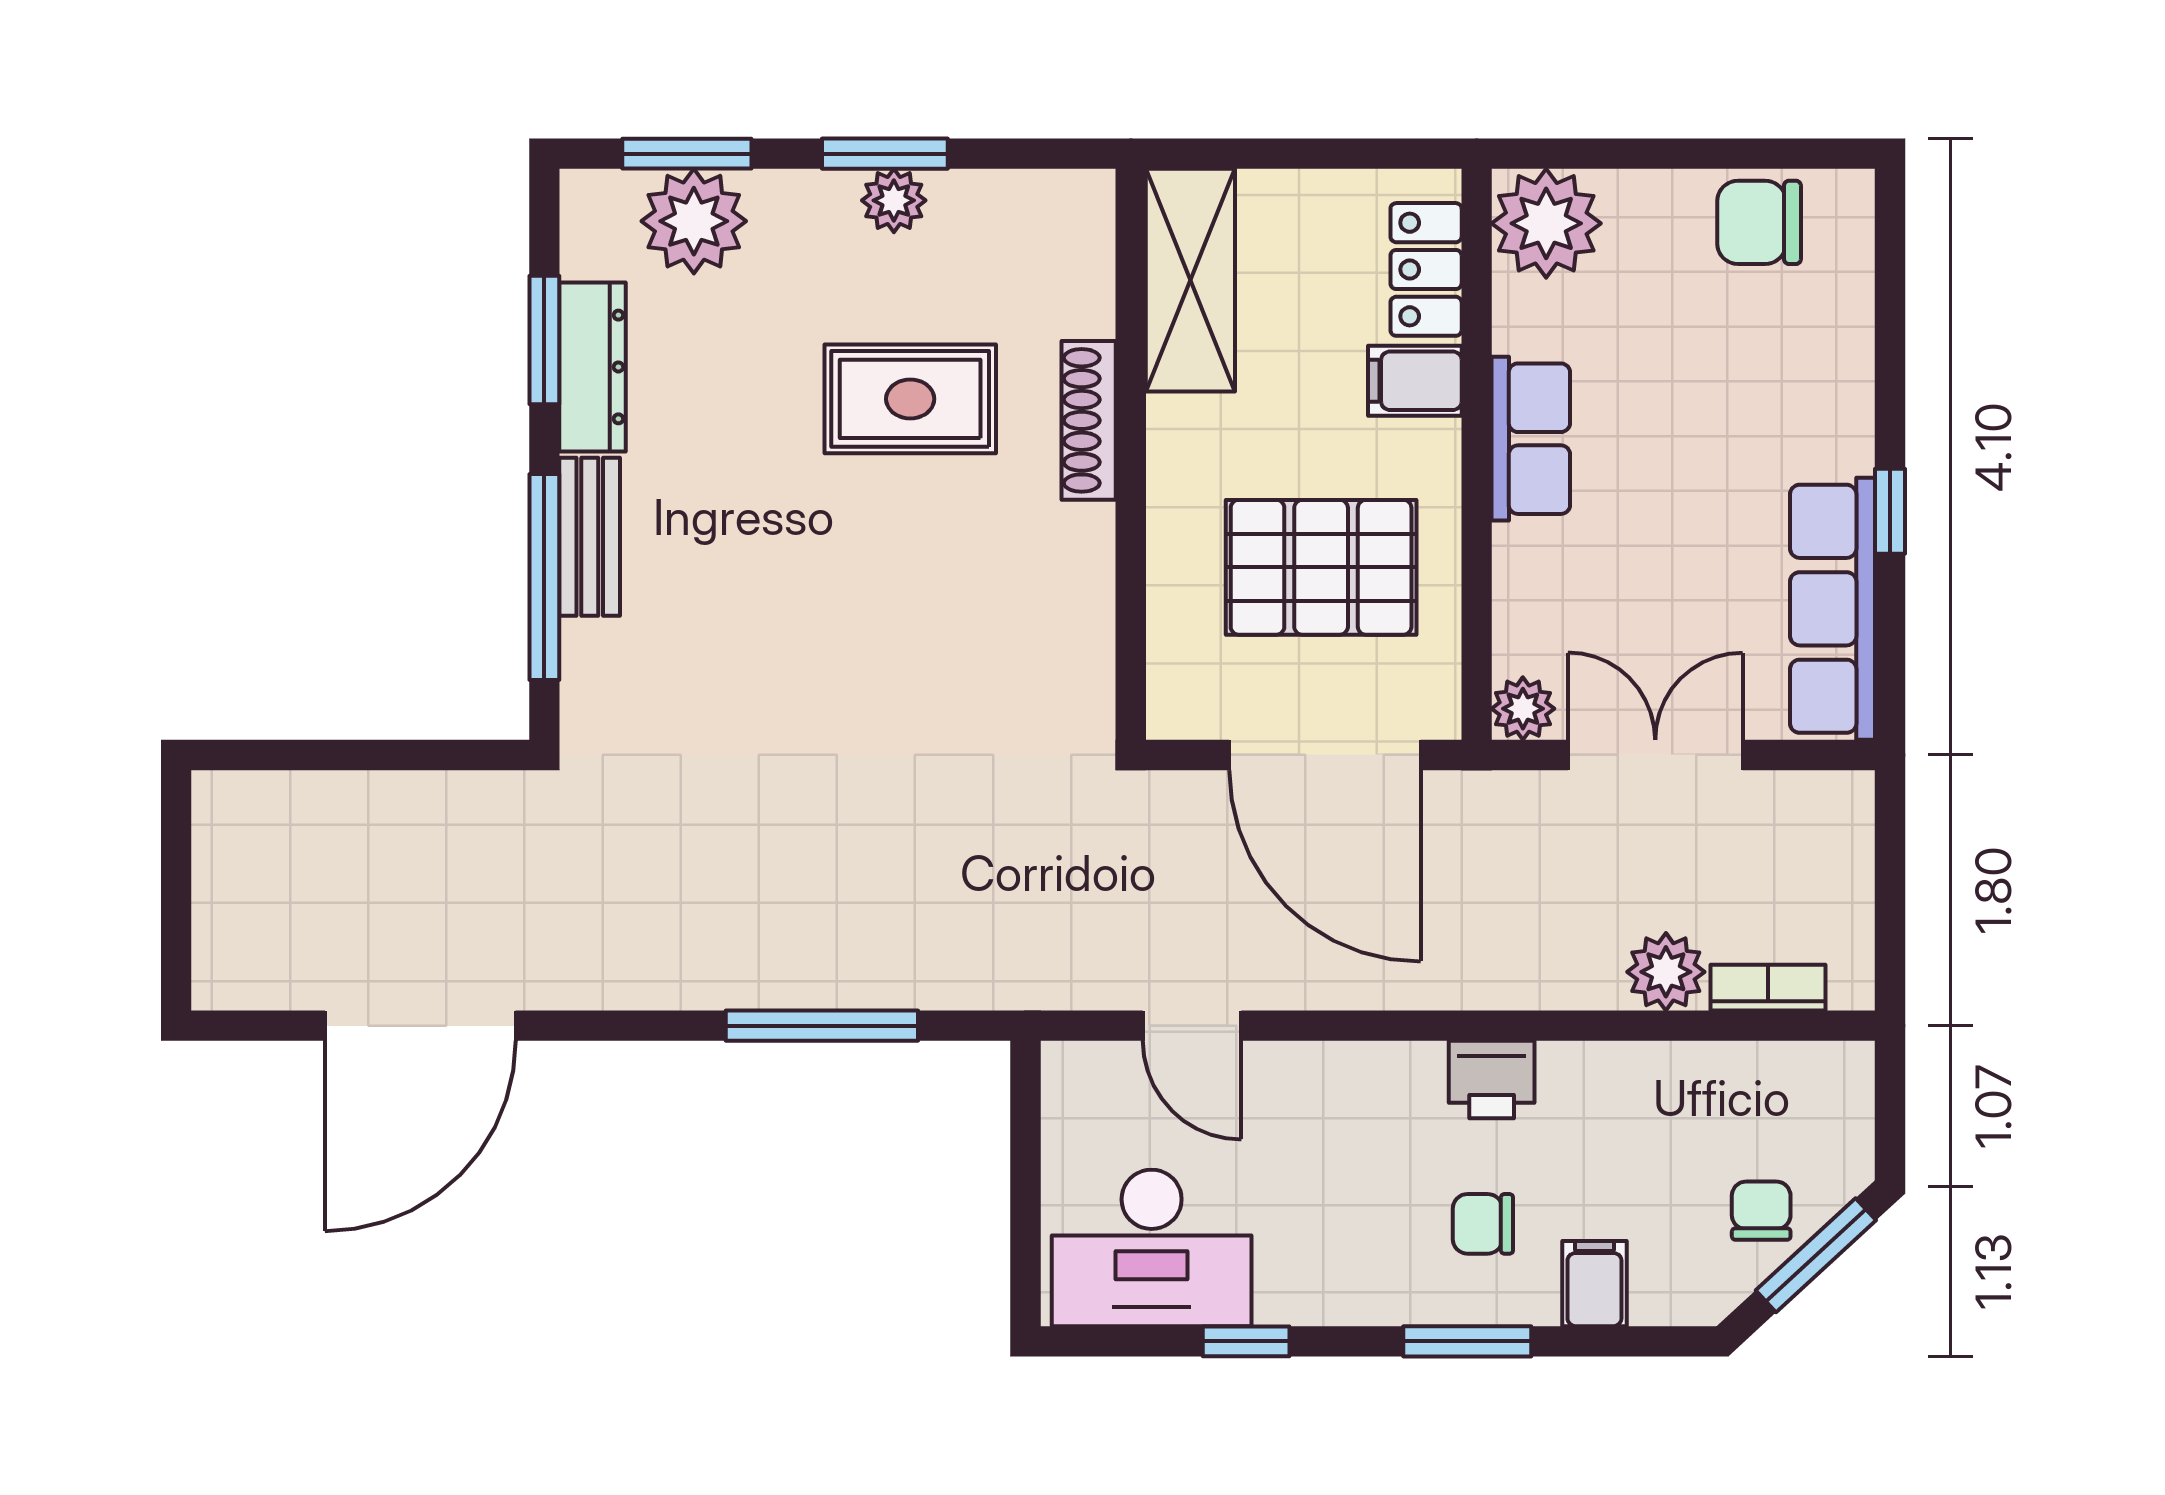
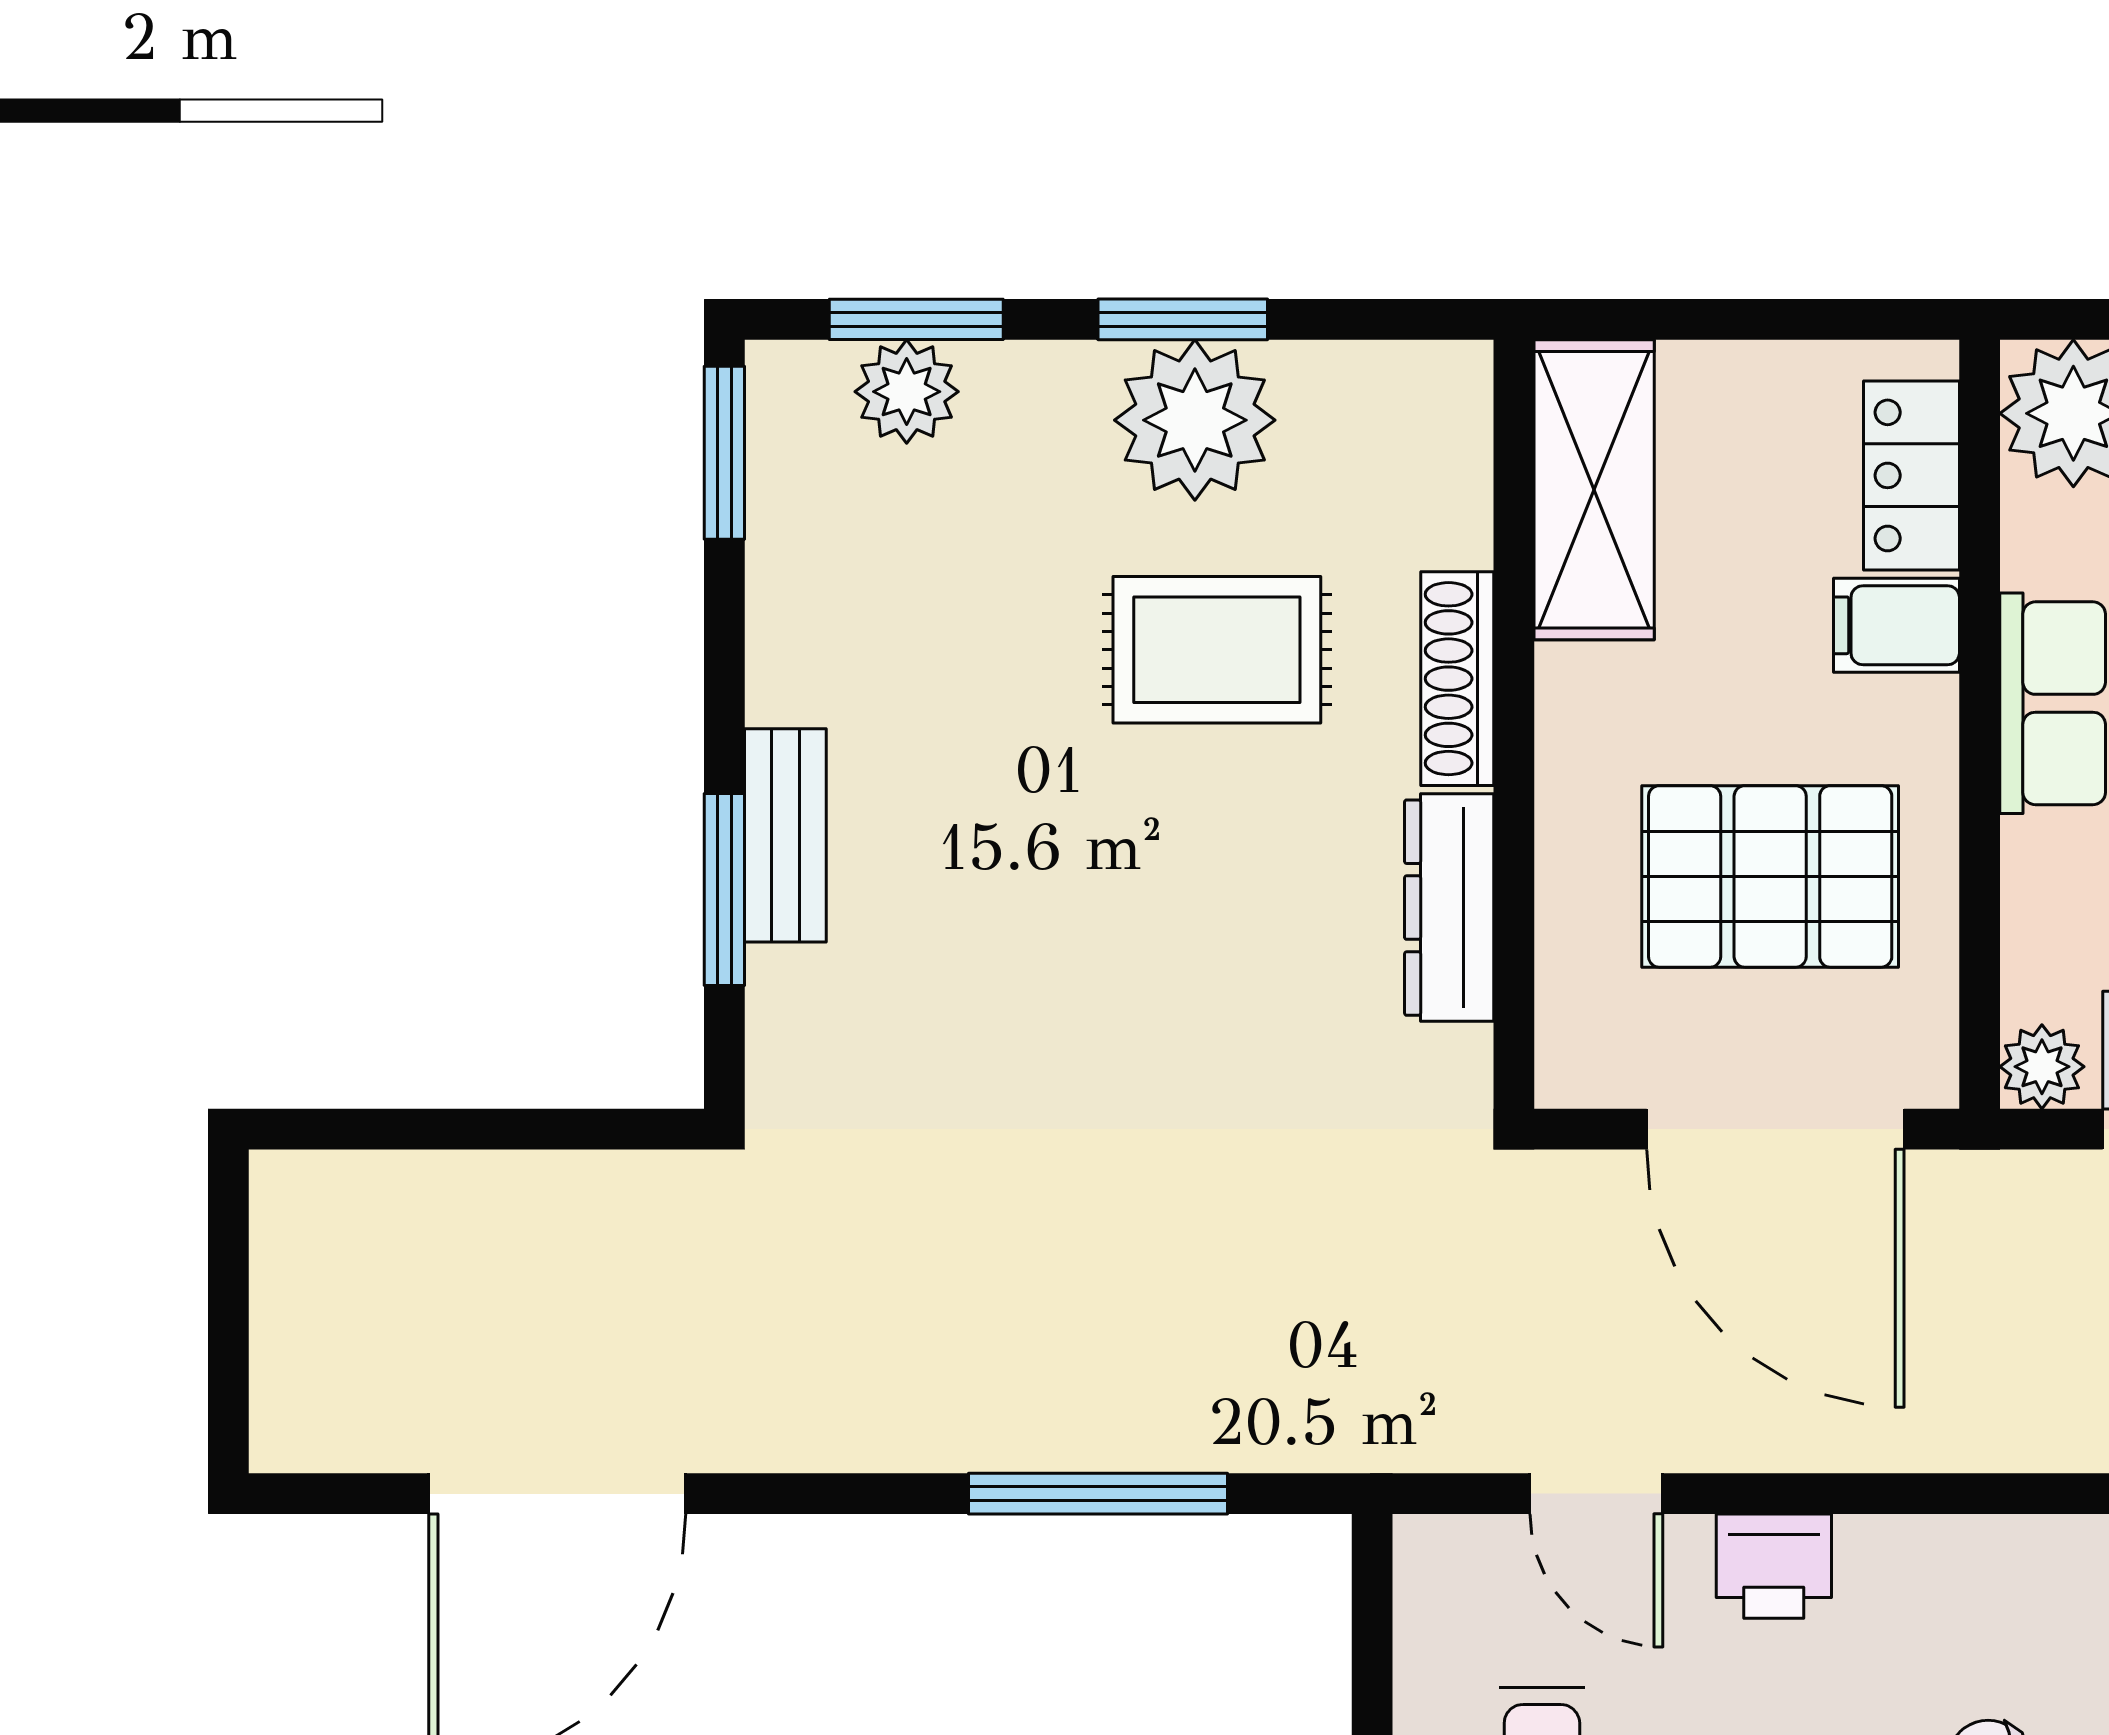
plant: (894, 200) -> (1195, 420), width x1.87, depth x1.87
plant: (694, 221) -> (907, 392), width x0.73, depth x0.73
window: (544, 340) -> (724, 453), moved
dresser: (593, 367) -> (1449, 908), moved, turned 180
window: (544, 577) -> (724, 889), width x0.69
printer: (1492, 1079) -> (1774, 1566), moved

